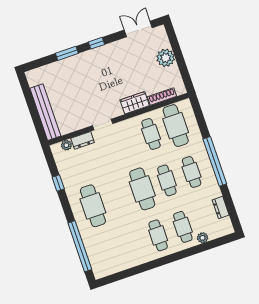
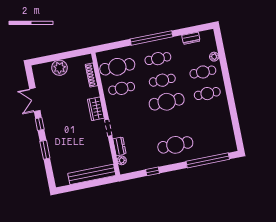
double door: (138, 29) -> (35, 100), moved
wardrobe: (135, 103) -> (96, 109), moved

